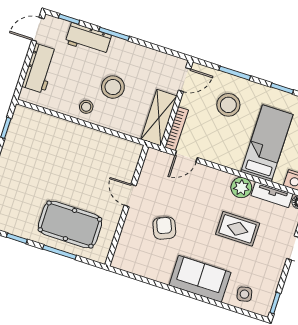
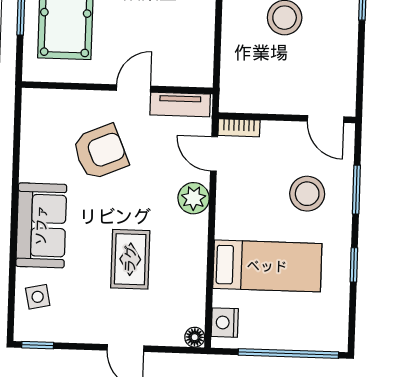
shelving: (159, 118) -> (259, 97), removed
bookcase: (177, 129) -> (239, 128), width x0.64
plant: (241, 188) -> (194, 198), moved
tv unit: (272, 195) -> (180, 104), moved, turned -90
armchair: (164, 228) -> (100, 152), width x1.38, depth x1.38

